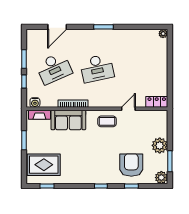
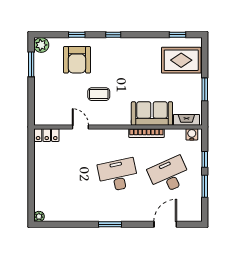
door: (128, 109) -> (80, 127), swing flipped
coffee table: (107, 121) -> (99, 94), moved
plant: (160, 145) -> (43, 83), removed

